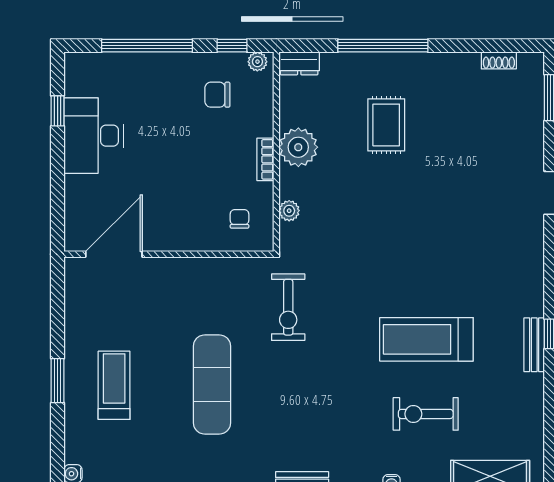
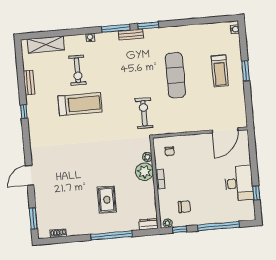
plant: (298, 147) -> (144, 172), moved
bench: (534, 345) -> (29, 83), moved
exercise bike: (426, 414) -> (77, 70), turned 90

